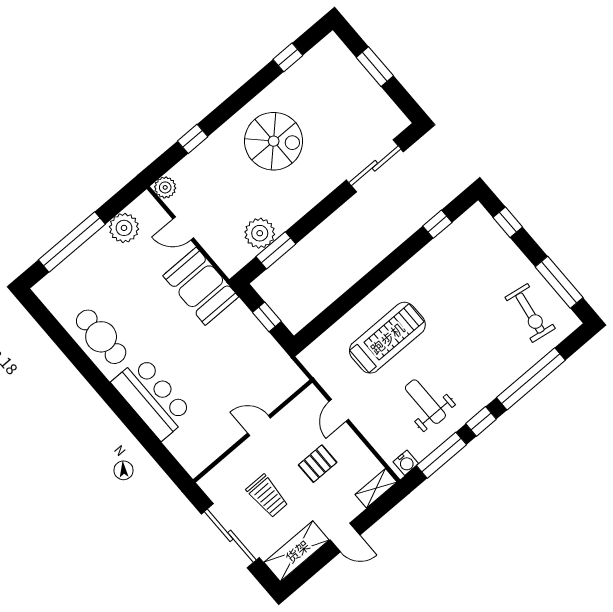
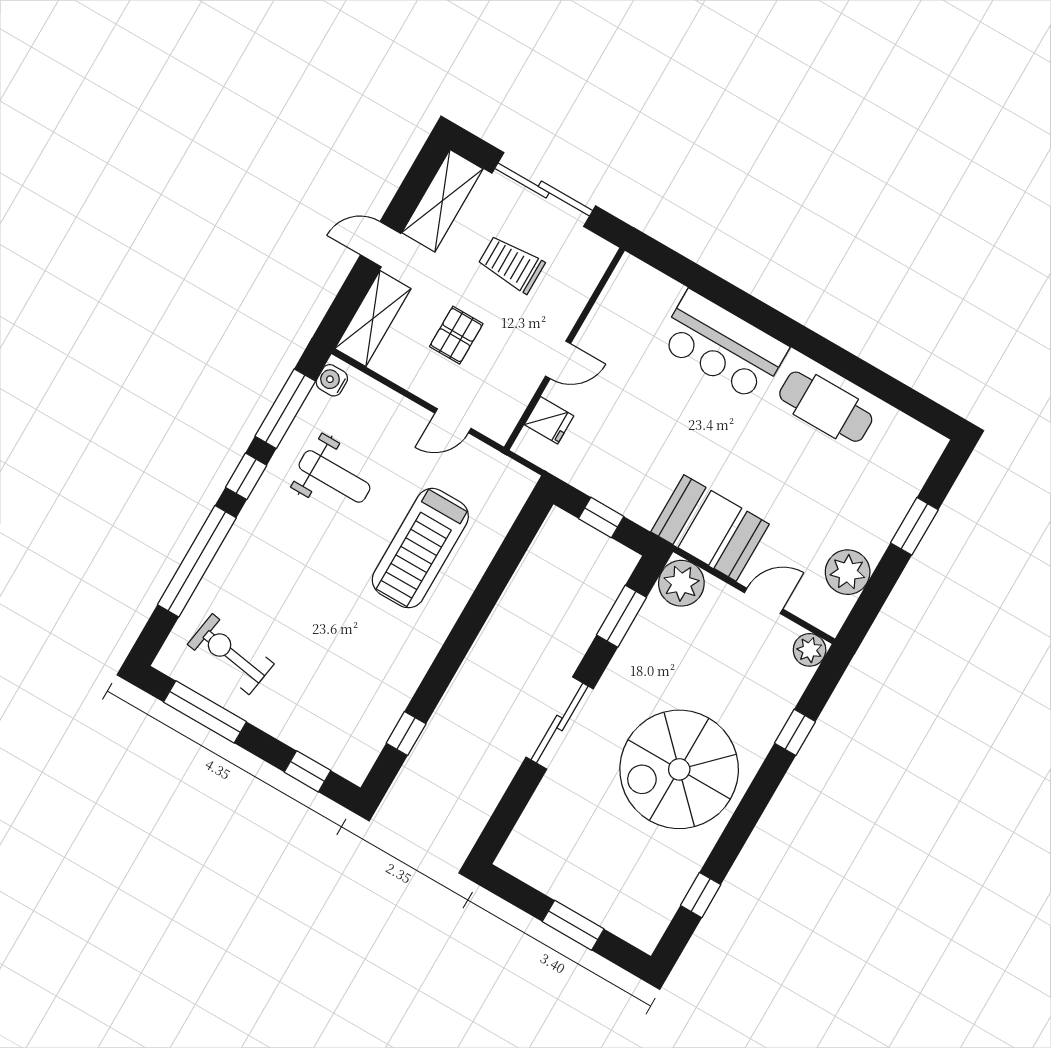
spiral stairs: (274, 141) -> (679, 769), width x1.37, depth x1.37
sliding door: (375, 166) -> (560, 723), moved
plant: (260, 233) -> (681, 583), moved
window: (72, 242) -> (914, 526), width x0.47
fridge: (278, 389) -> (549, 420), added
door: (339, 410) -> (453, 421), swing flipped
shelving: (376, 488) -> (373, 319), width x1.50, depth x1.33

